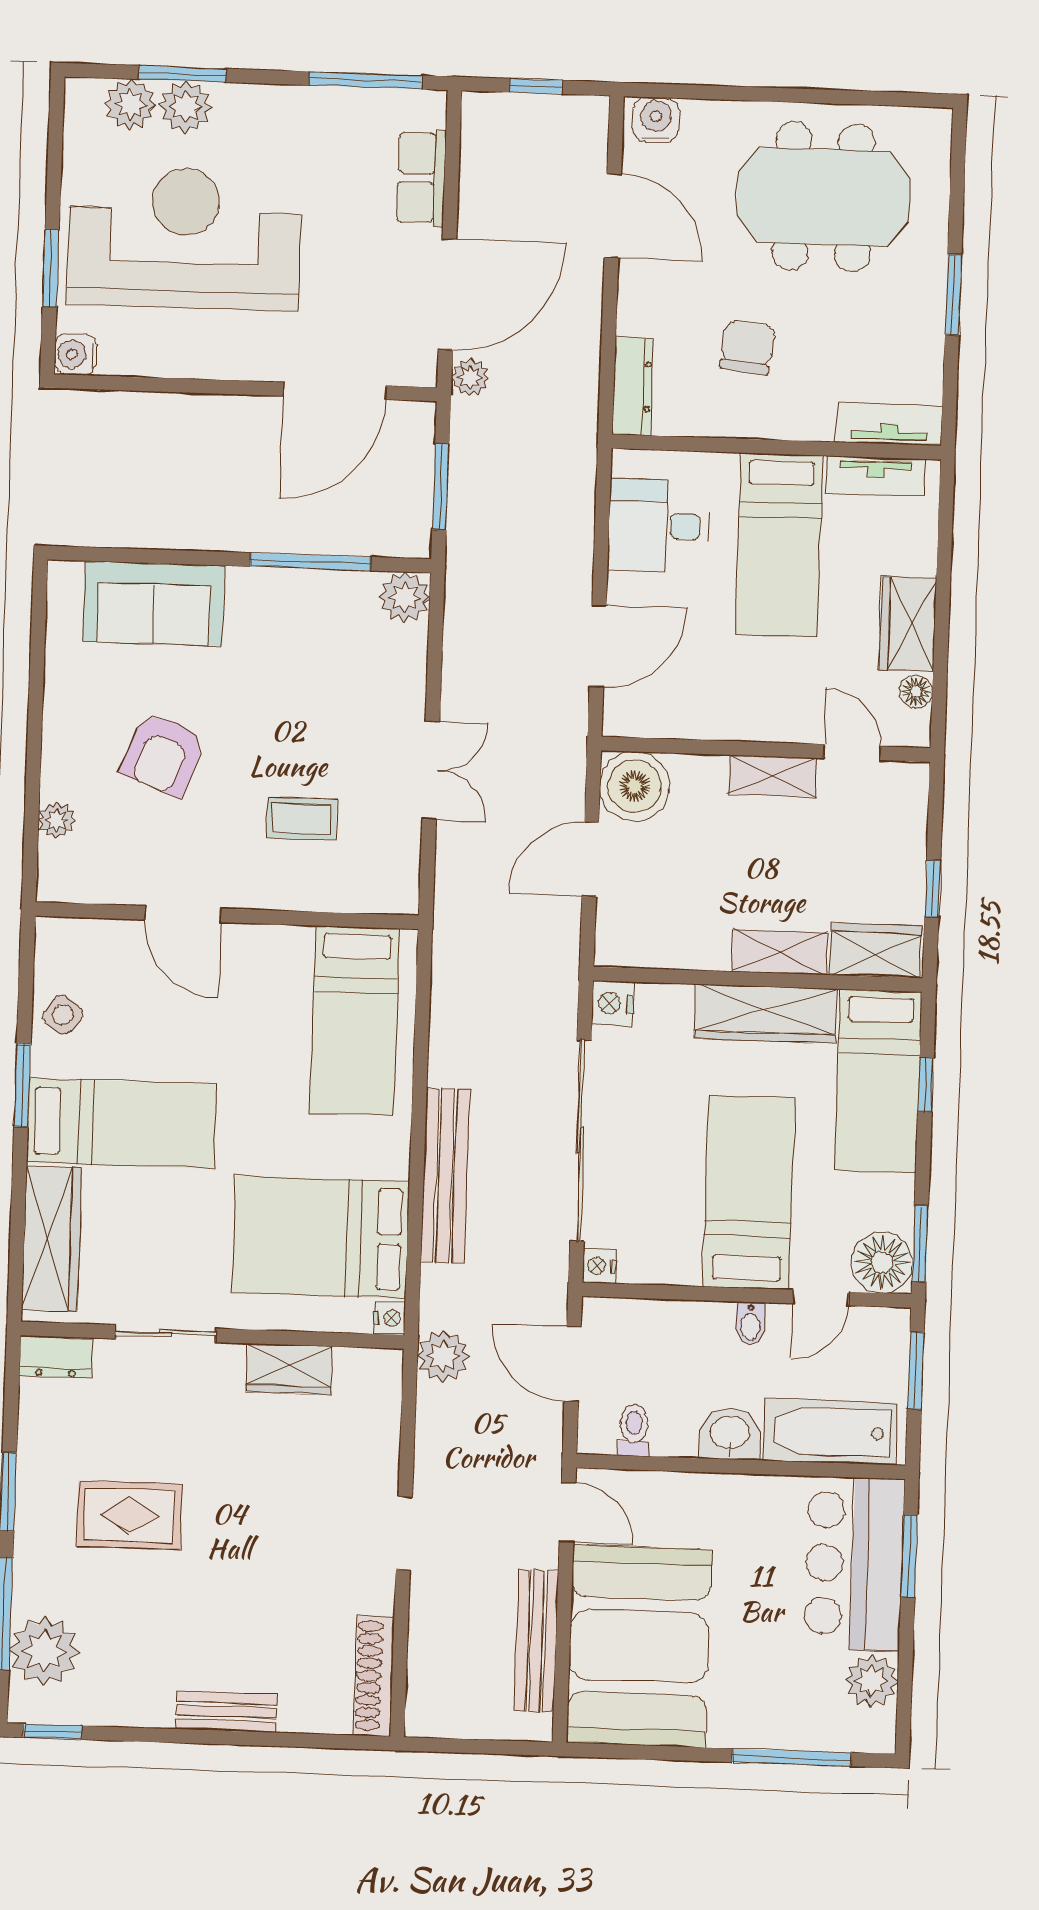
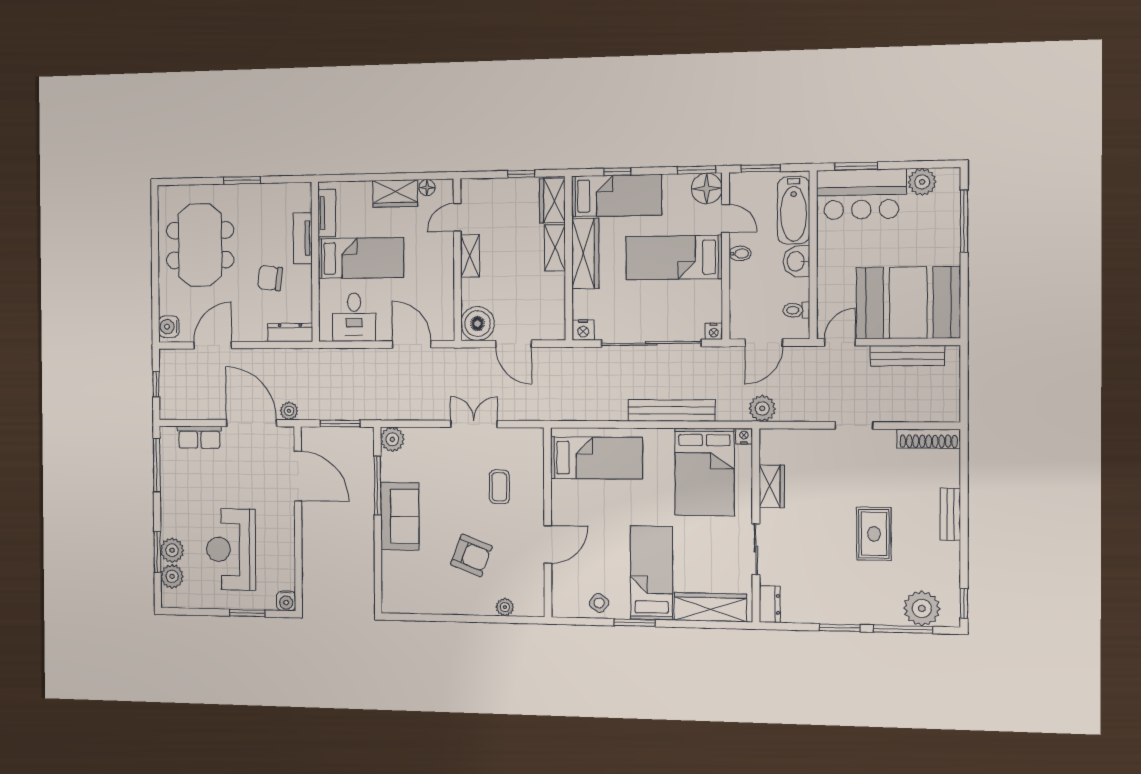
reception desk: (185, 238) -> (231, 549), width x0.74, depth x0.77
tv unit: (889, 424) -> (303, 238), moved
sofa: (154, 603) -> (400, 516), moved
rug: (129, 1515) -> (874, 534), moved

